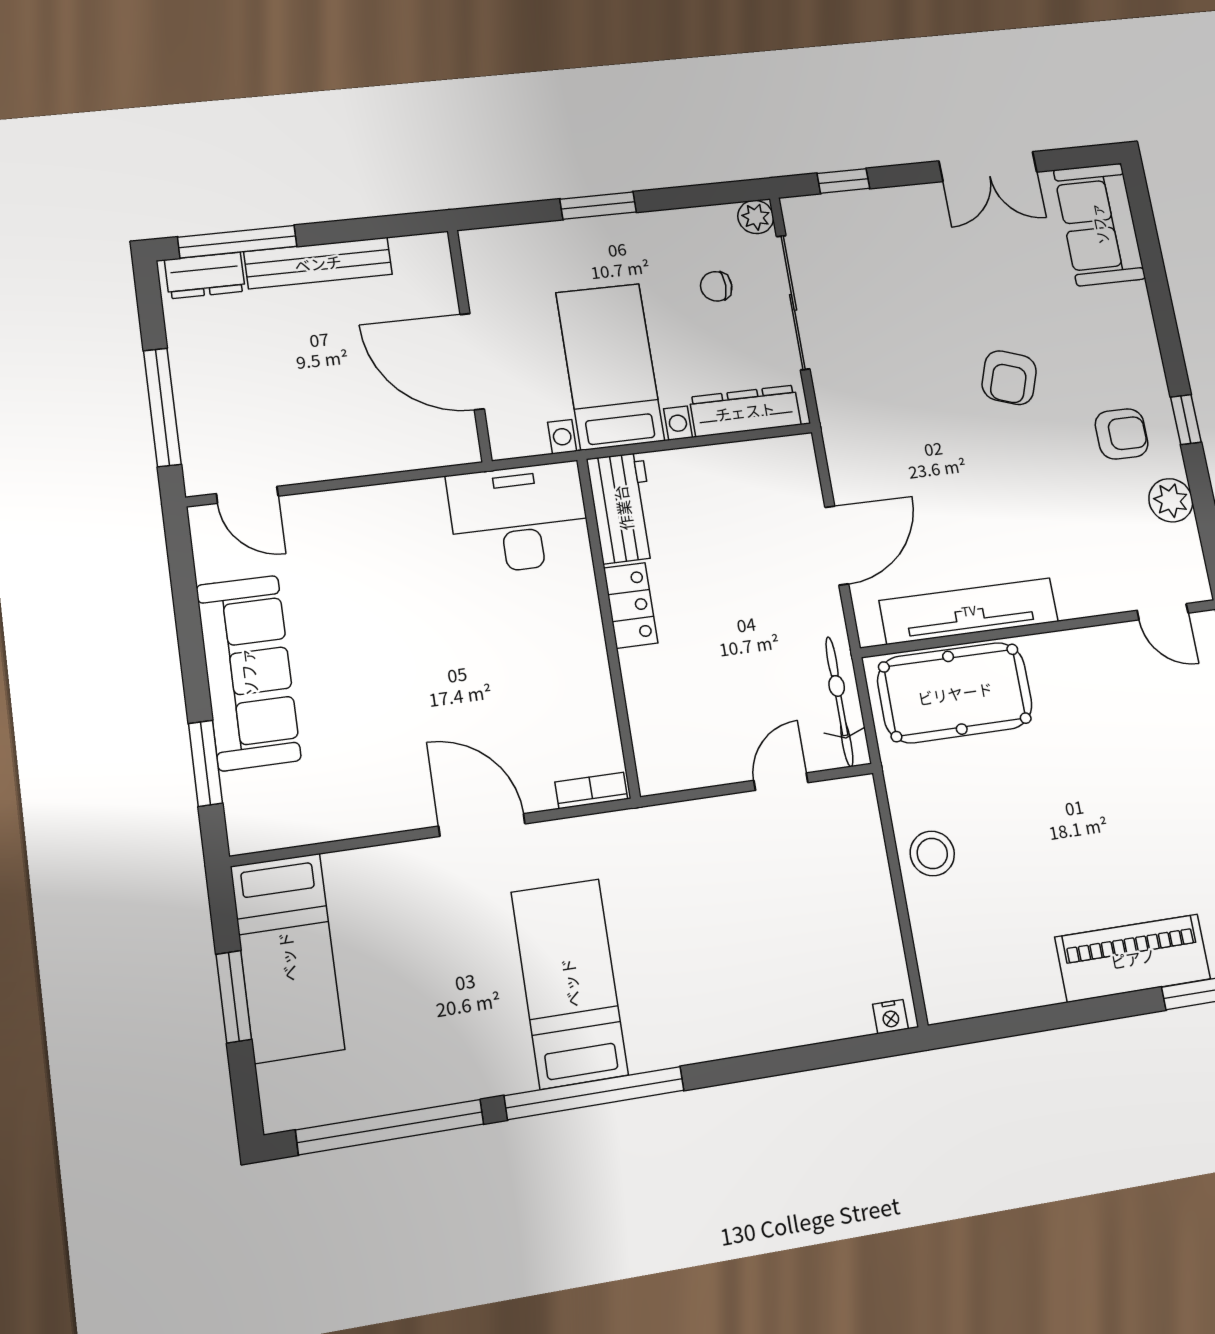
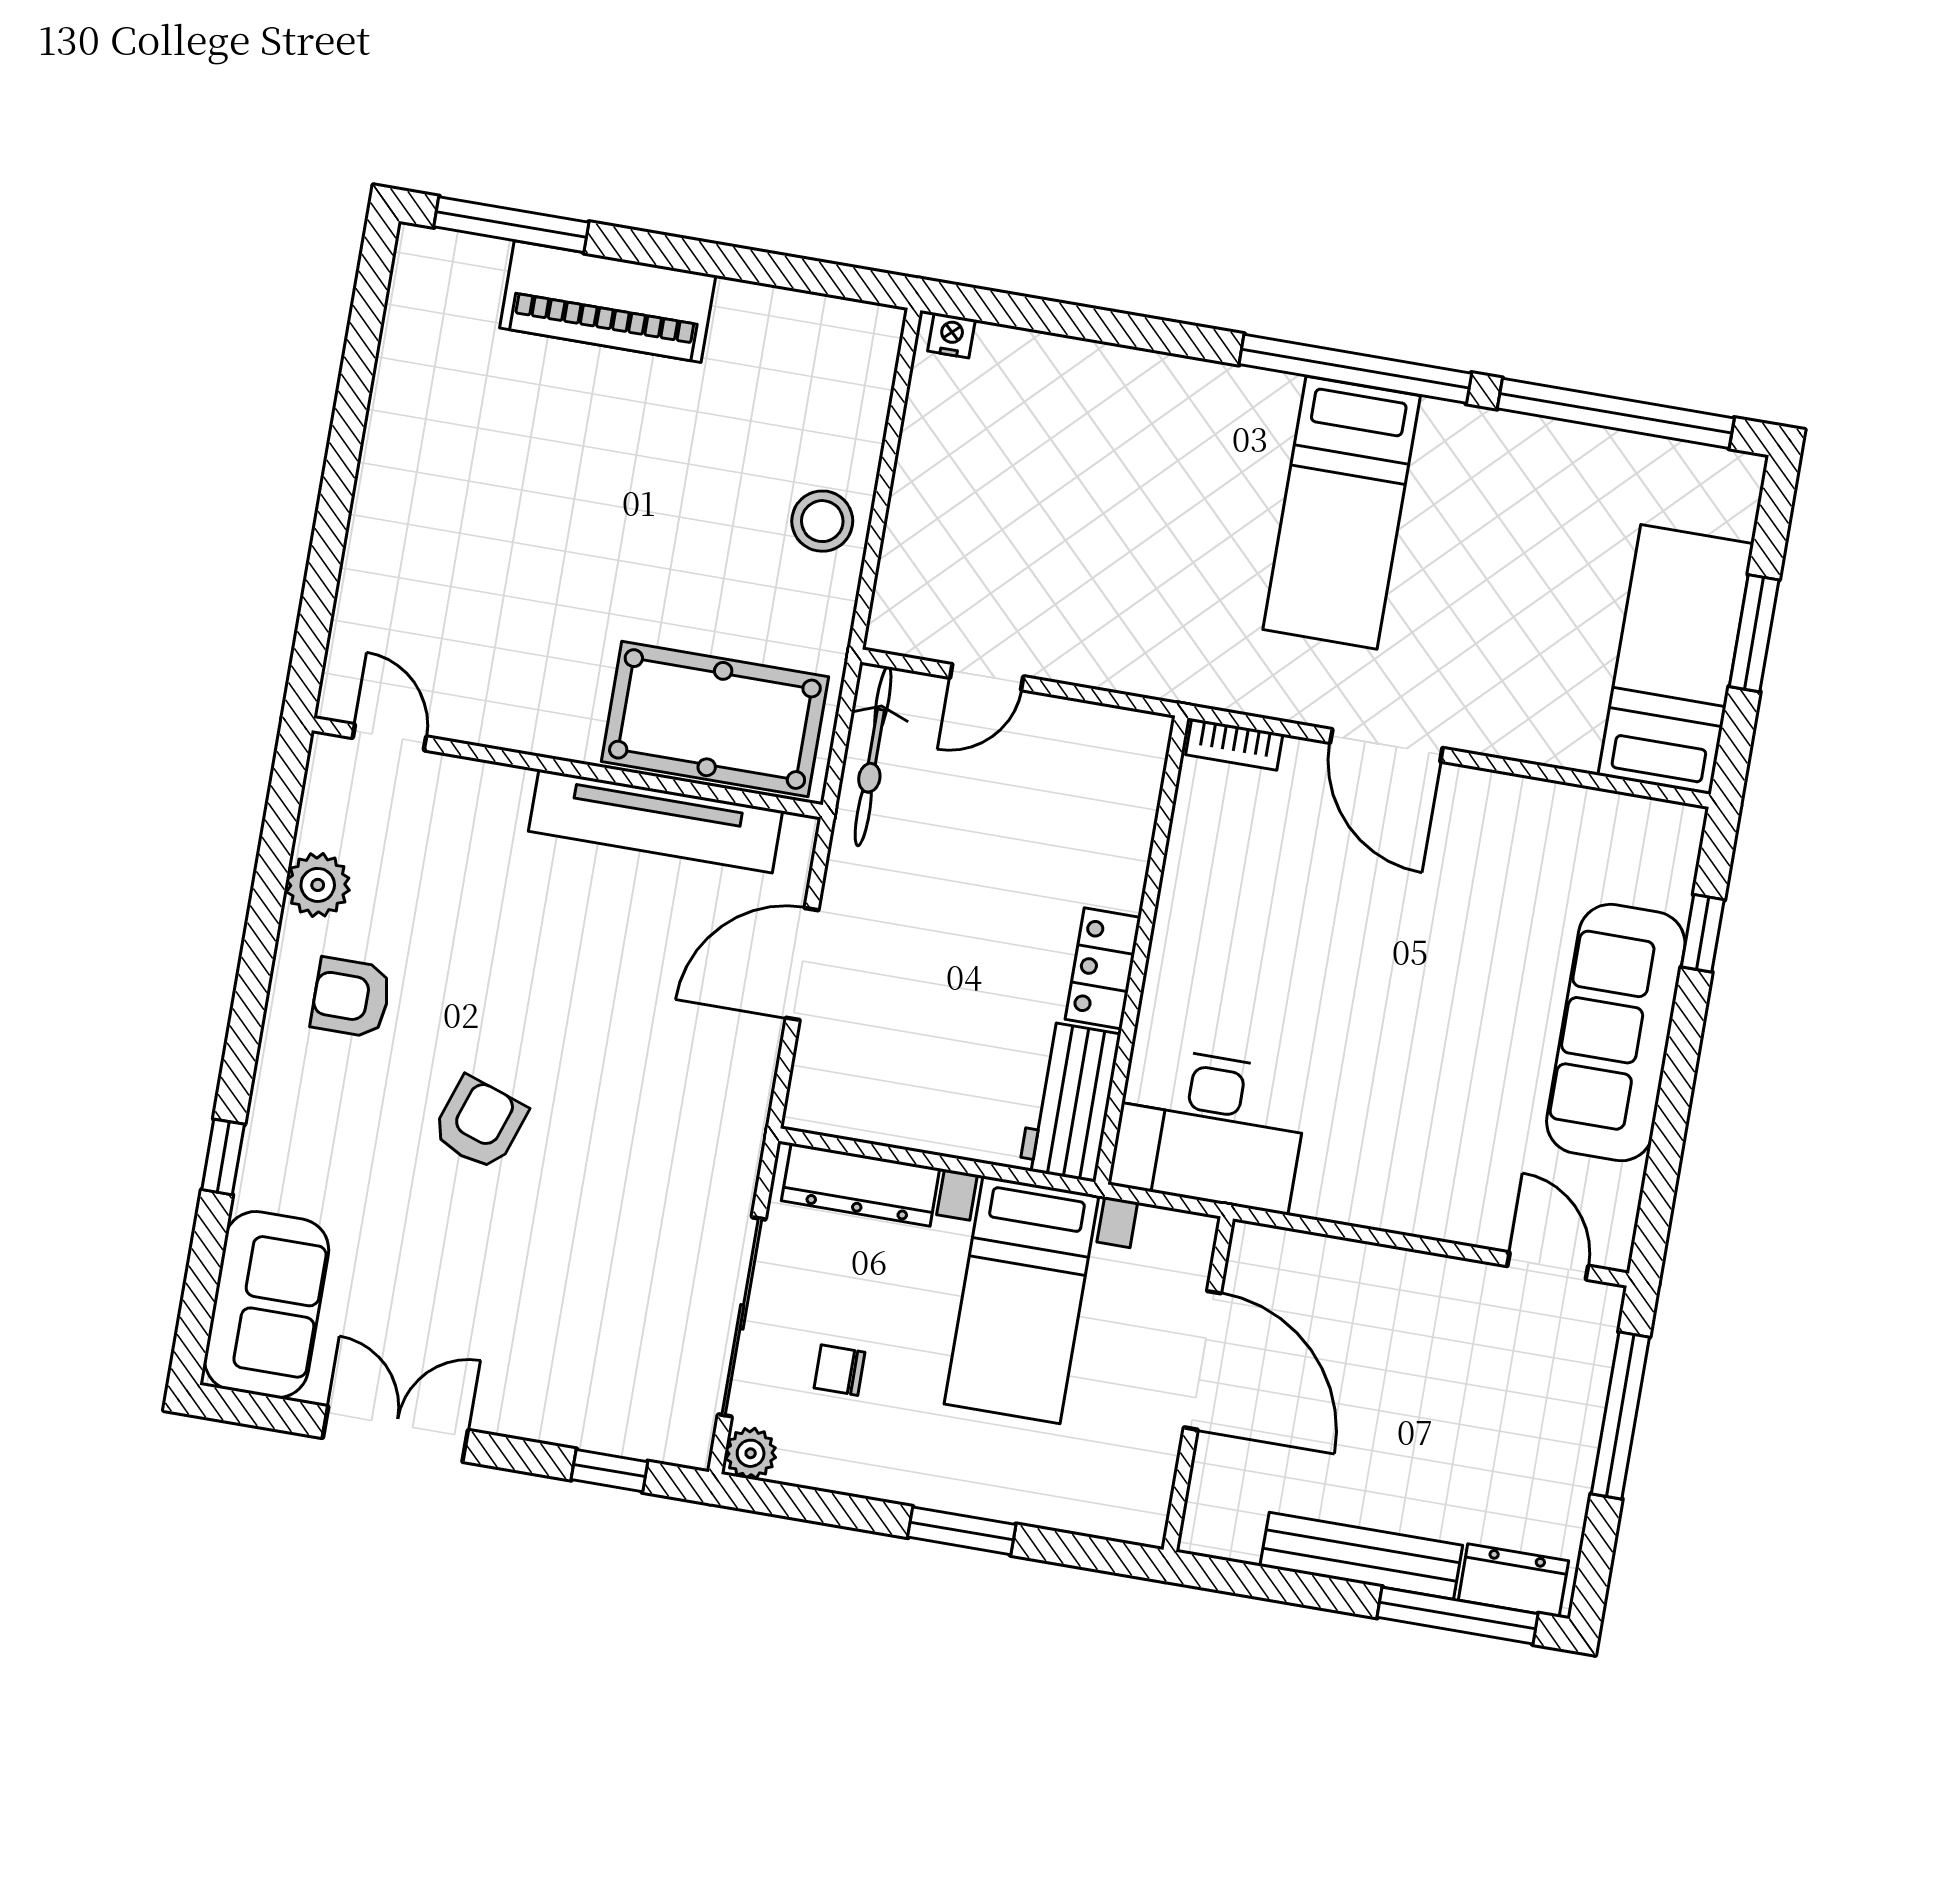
chair: (716, 286) -> (839, 1370), turned 180
window: (1186, 420) -> (223, 1157), moved
window: (205, 763) -> (1703, 933), width x0.67

